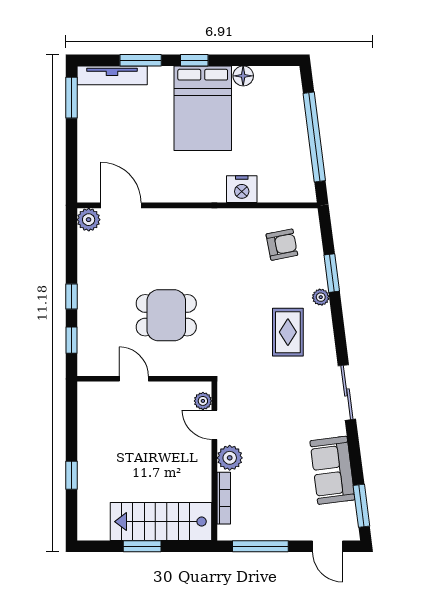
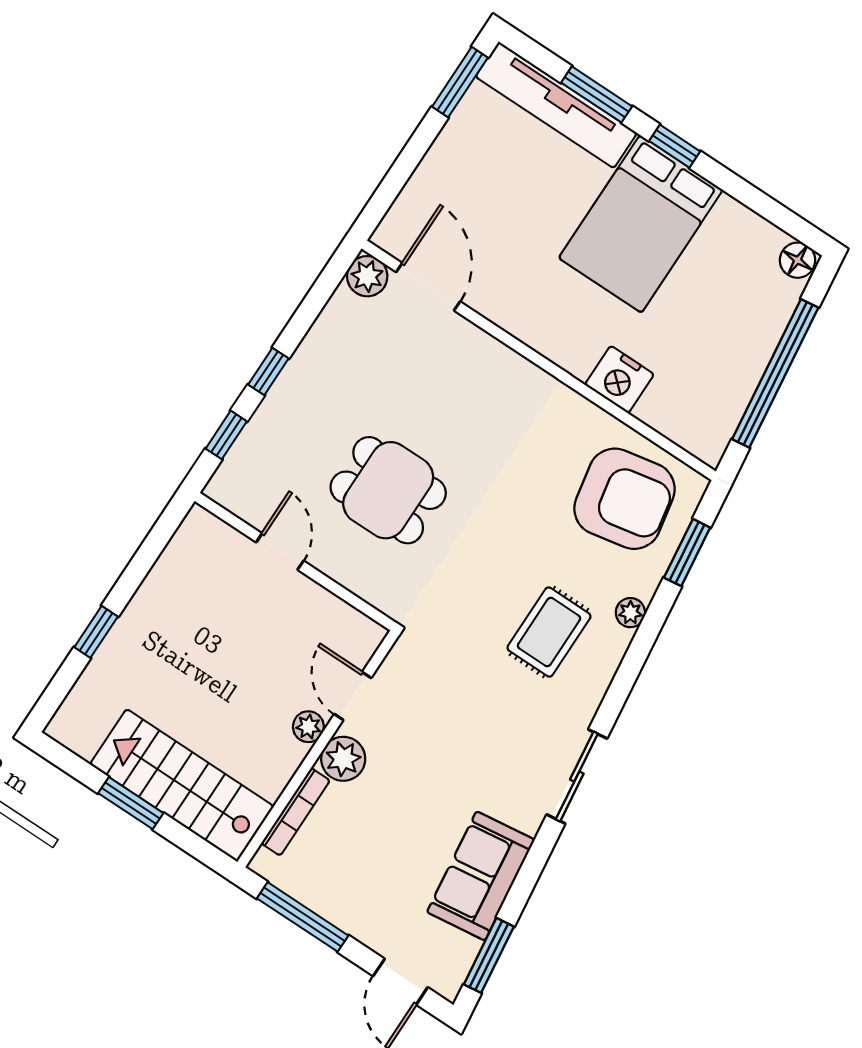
tv unit: (112, 75) -> (556, 105), width x1.36, depth x1.29
floor lamp: (243, 76) -> (798, 260), moved
armchair: (282, 245) -> (624, 499), width x1.88, depth x1.88
window: (332, 273) -> (687, 553), moved
plant: (203, 401) -> (308, 727), moved

